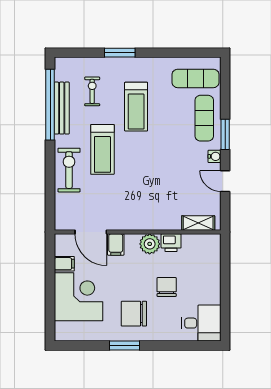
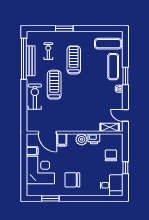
treadmill: (136, 107) -> (74, 60), turned 180
treadmill: (102, 149) -> (54, 85), turned 180
door: (225, 181) -> (125, 115), moved
chair: (167, 287) -> (111, 155), moved
window: (225, 293) -> (125, 168), added
window: (124, 346) -> (50, 198), moved

